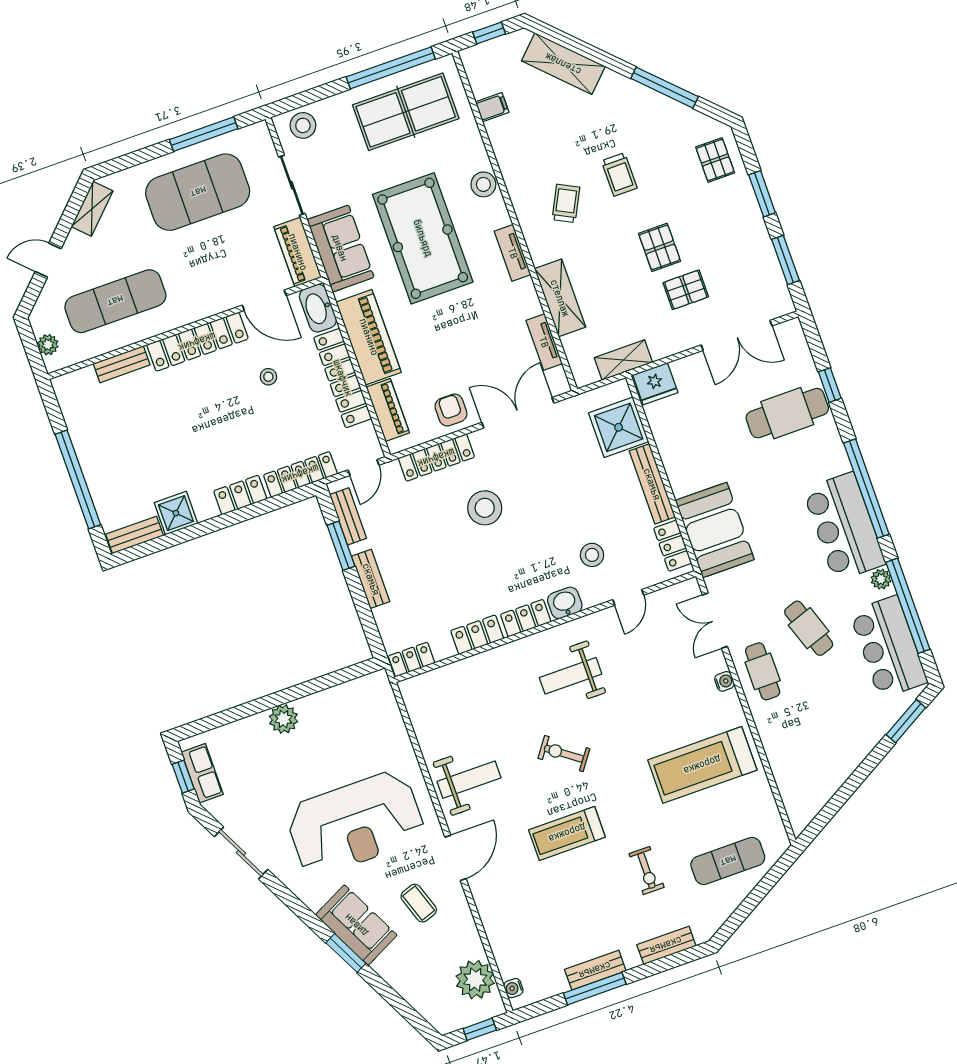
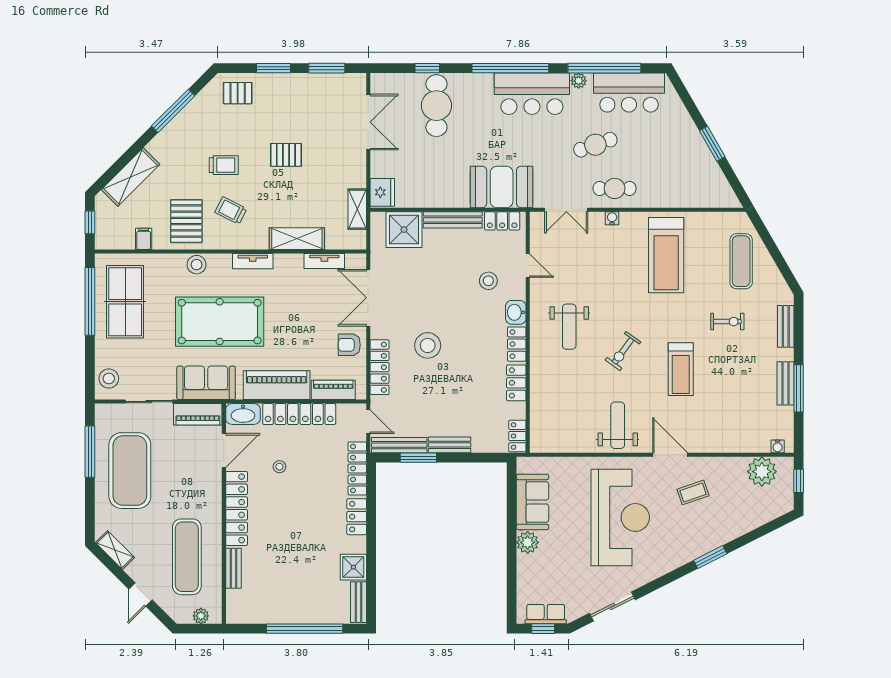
pallet: (686, 290) -> (186, 221), moved, width x1.50, depth x1.42
bench: (348, 516) -> (399, 445), width x1.36
window: (906, 721) -> (712, 144), moved
sofa: (356, 925) -> (532, 502), moved, turned 117

